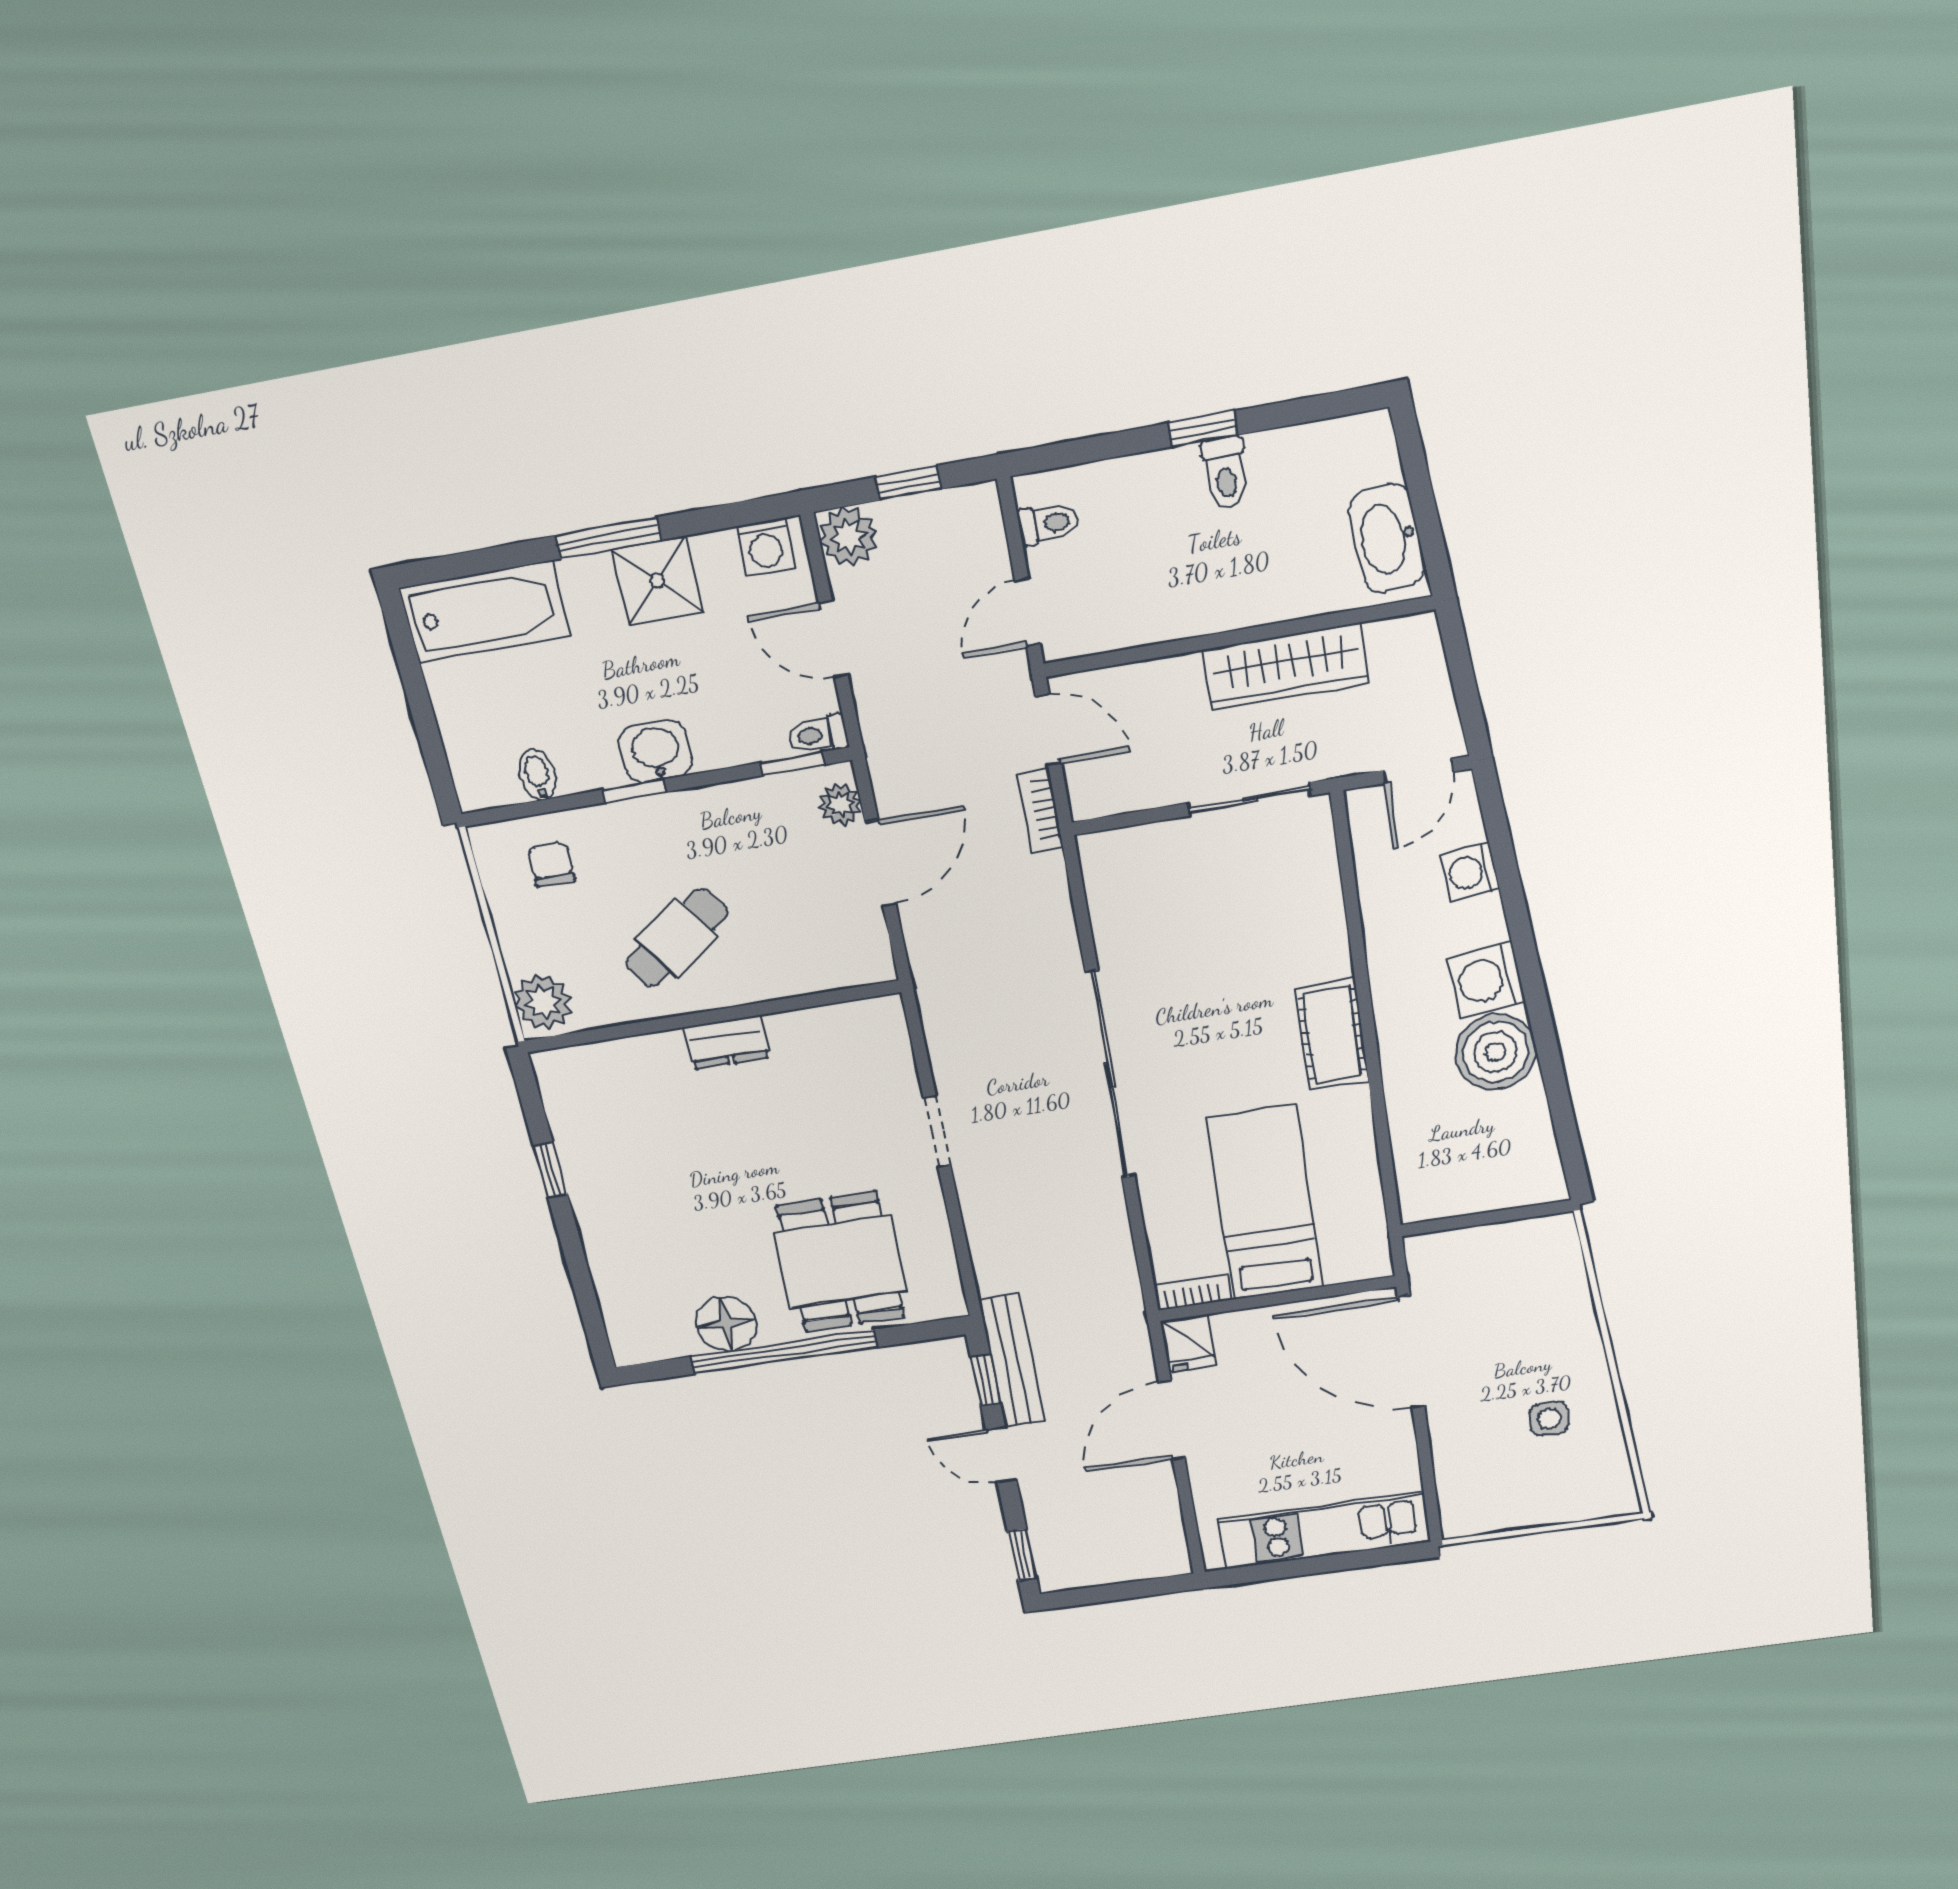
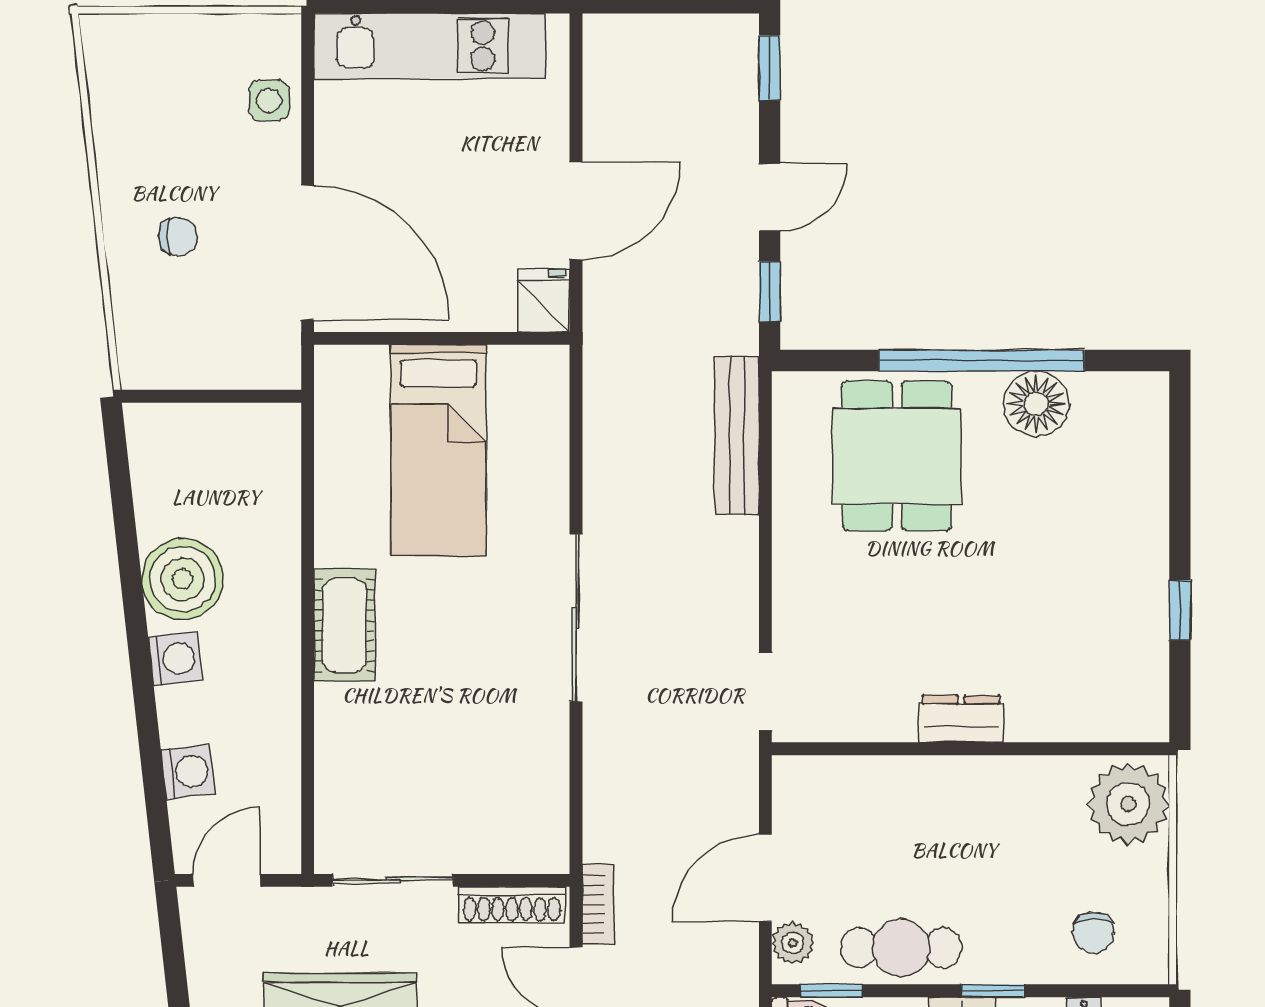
shoe rack: (1126, 795) -> (512, 905), added
cafe table: (677, 938) -> (901, 948), moved, turned 34
washing machine: (1486, 979) -> (175, 659), width x0.73, depth x0.73
plant: (543, 1002) -> (1128, 804), width x1.36, depth x1.36
sliding door: (1110, 1076) -> (576, 618), width x0.73
doorway: (937, 1132) -> (765, 691), moved
bookcase: (1192, 1292) -> (530, 361), removed
chair: (1533, 1348) -> (178, 237), added
bench: (1012, 1361) -> (737, 436), moved
side table: (1549, 1419) -> (269, 100), moved
door: (1001, 1455) -> (770, 197), hinge flipped

